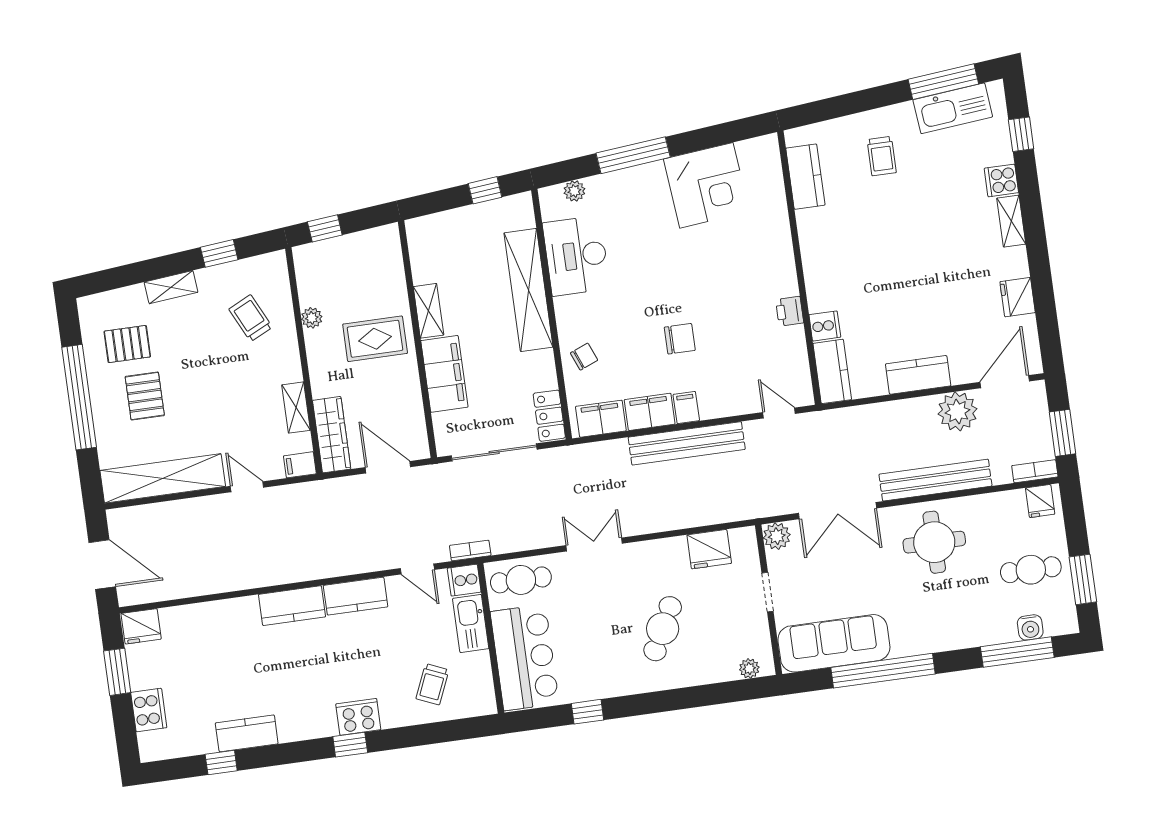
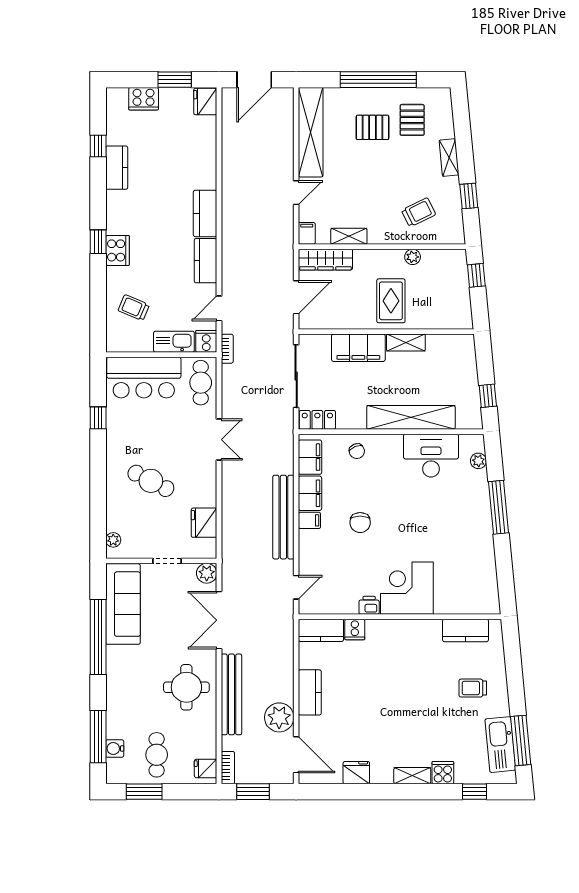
corner desk: (706, 185) -> (407, 588), moved, turned 95

